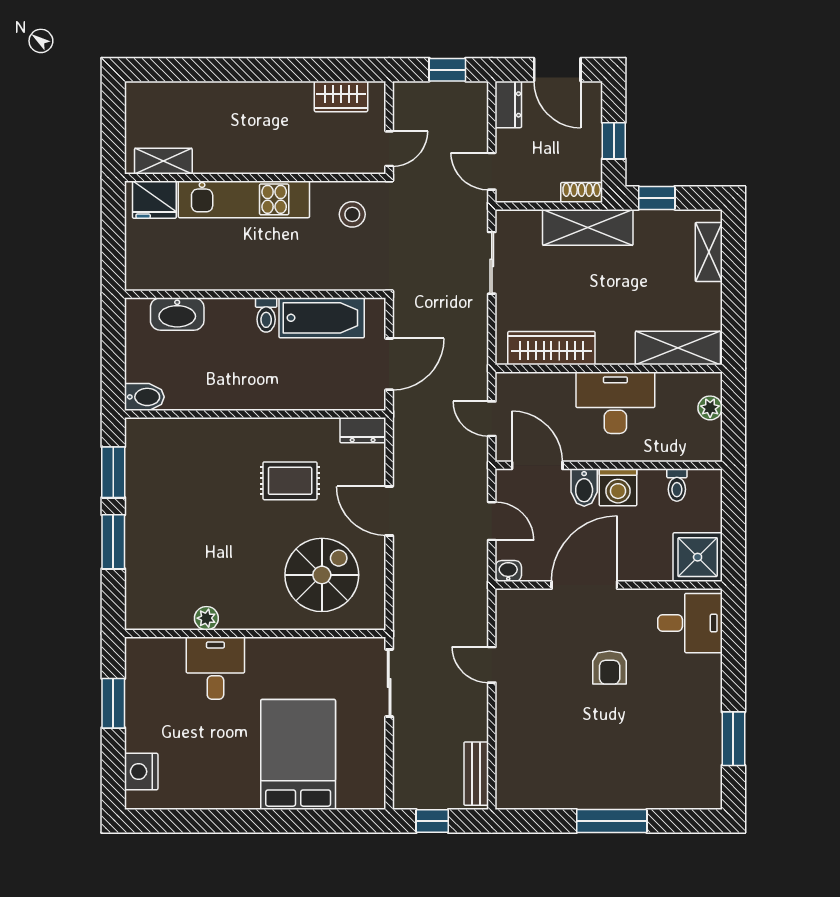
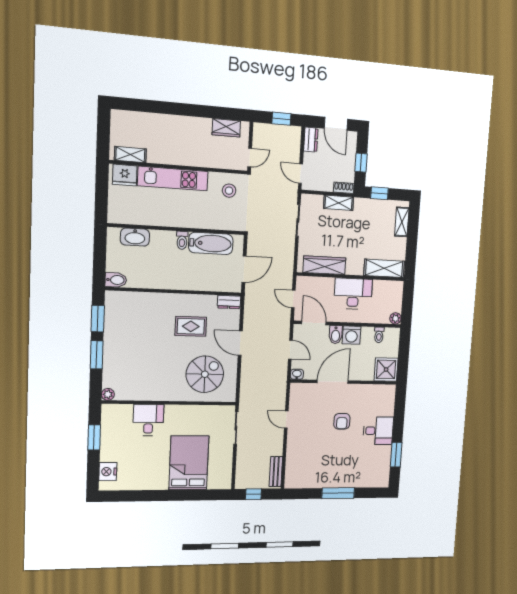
shelving: (588, 227) -> (339, 203), width x0.67, depth x0.75
plant: (710, 408) -> (395, 318), moved
plant: (206, 618) -> (108, 394), moved
desk: (690, 623) -> (378, 431), moved

